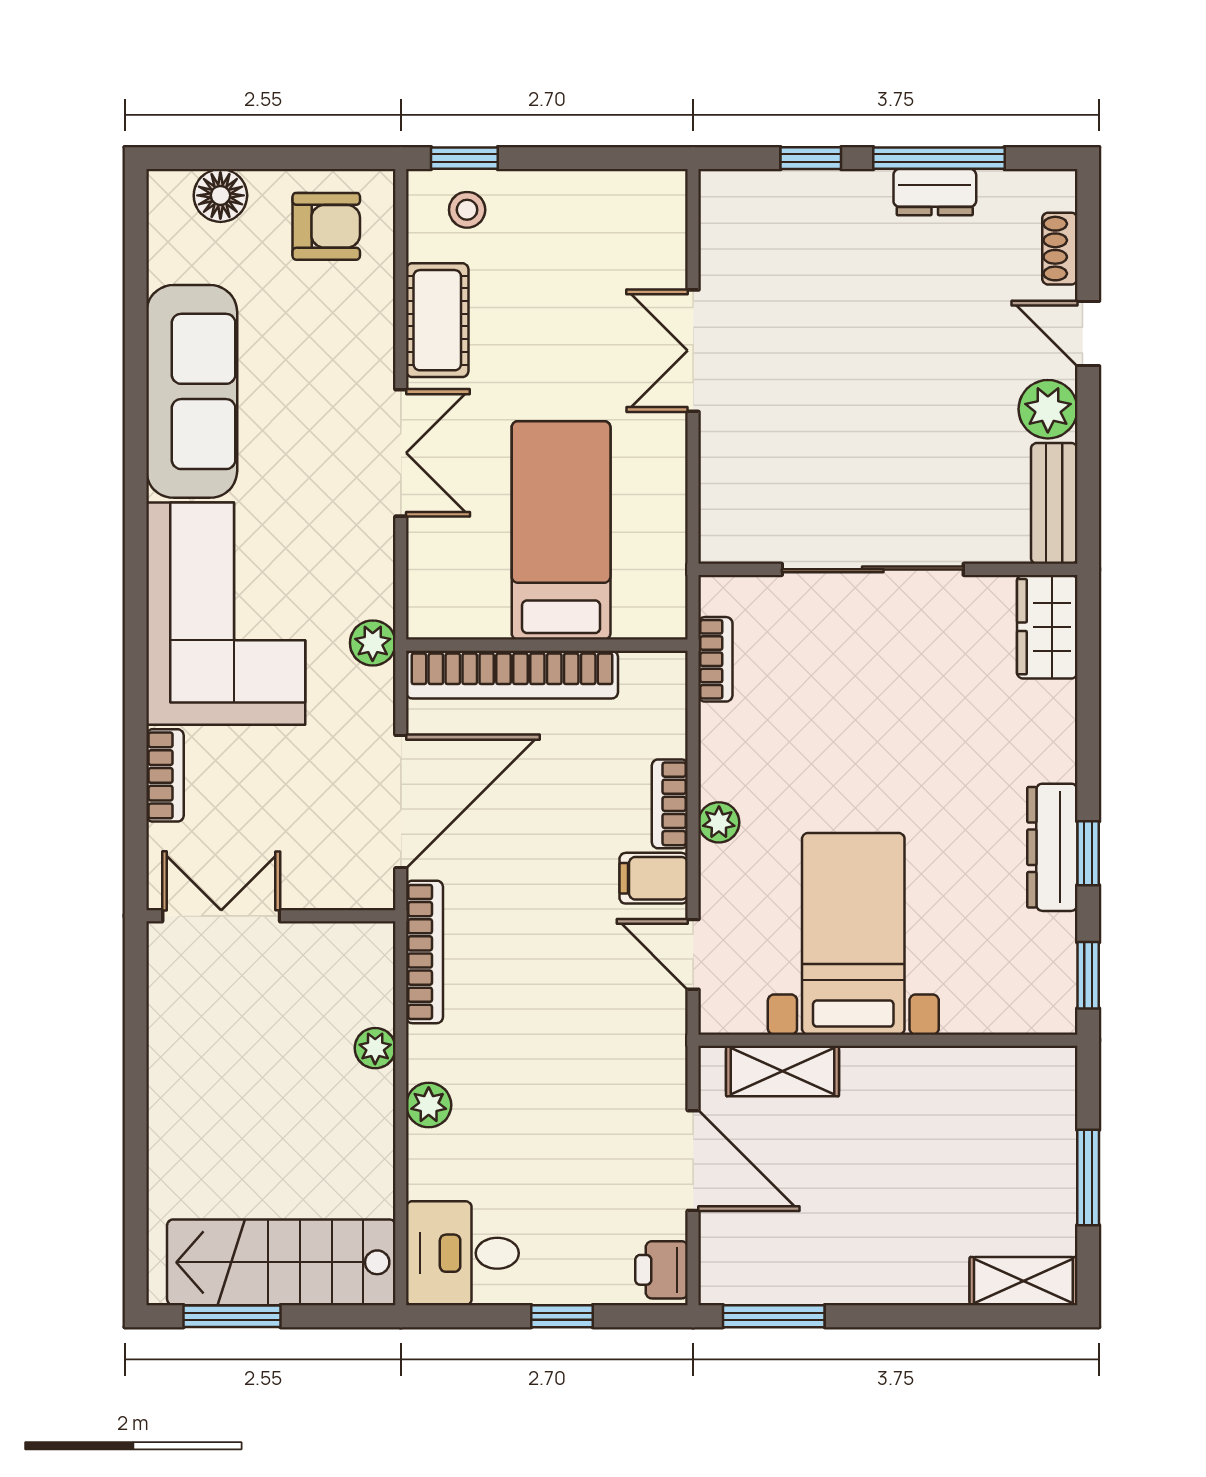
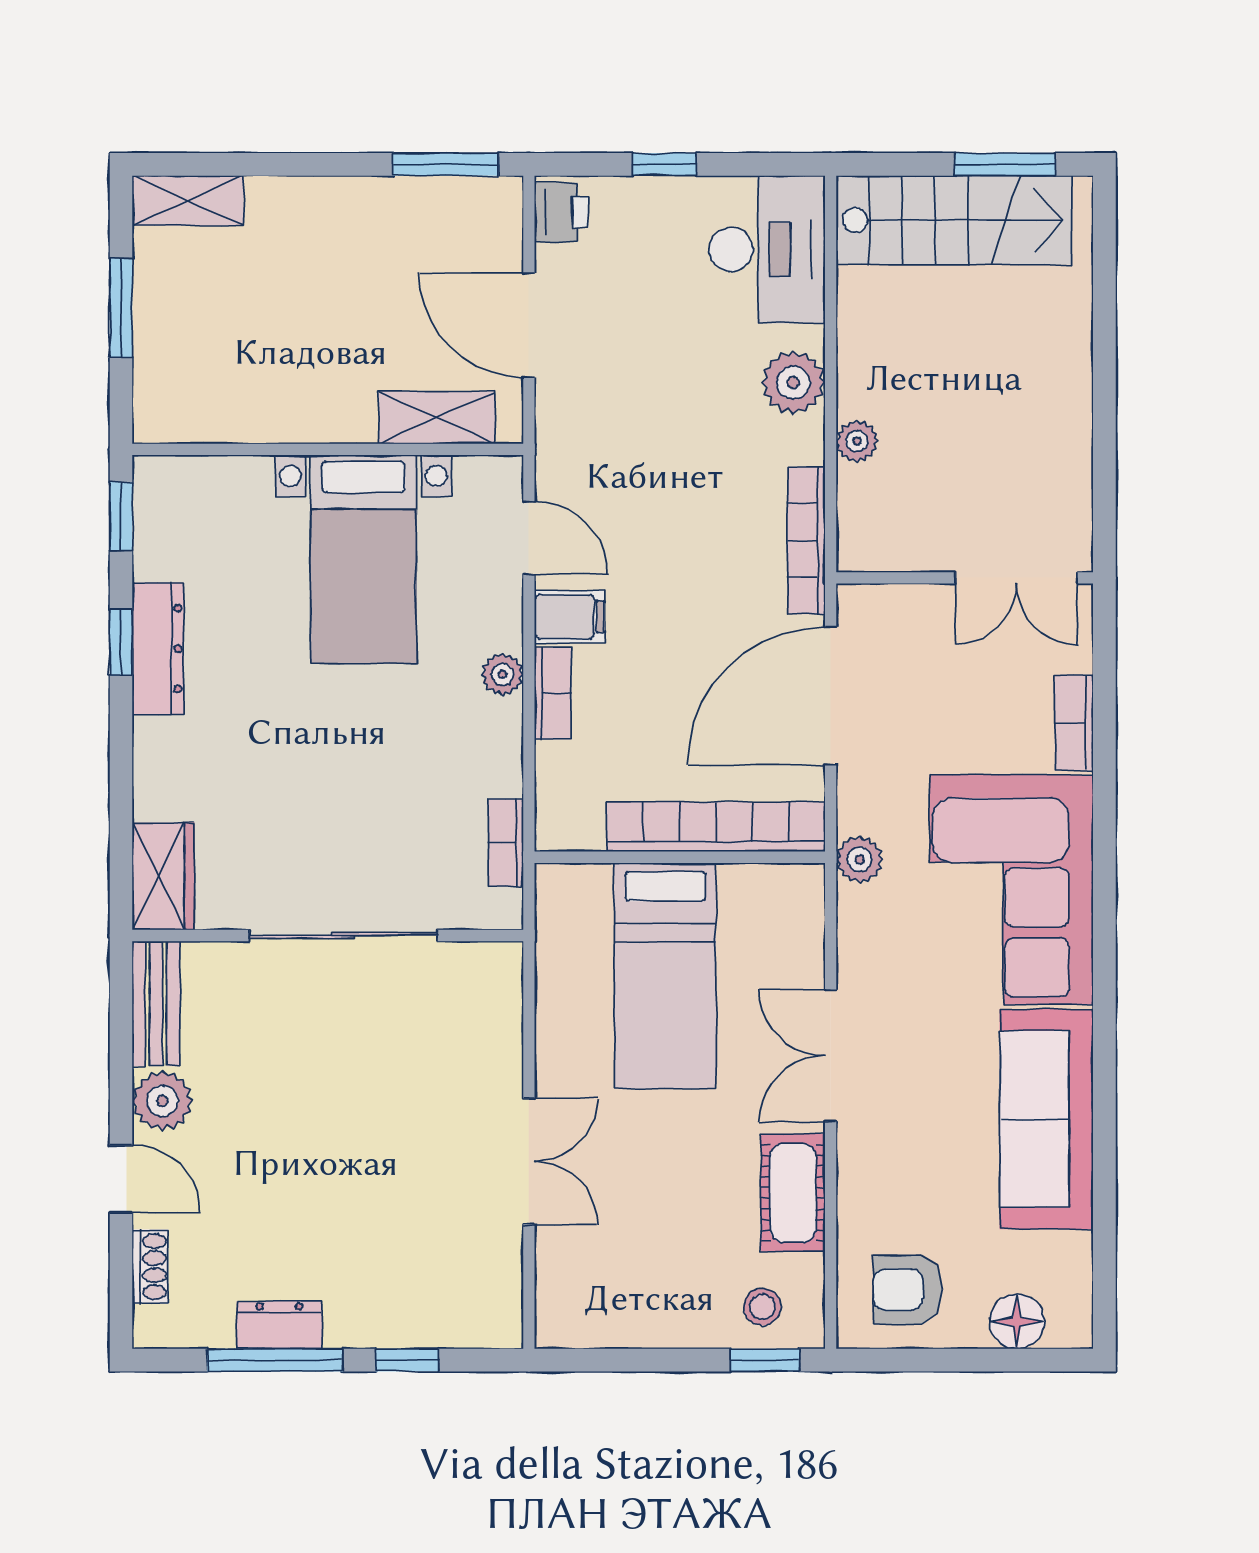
plant: (429, 1105) -> (793, 382), width x1.38, depth x1.38
desk: (462, 1253) -> (767, 249), width x1.37

